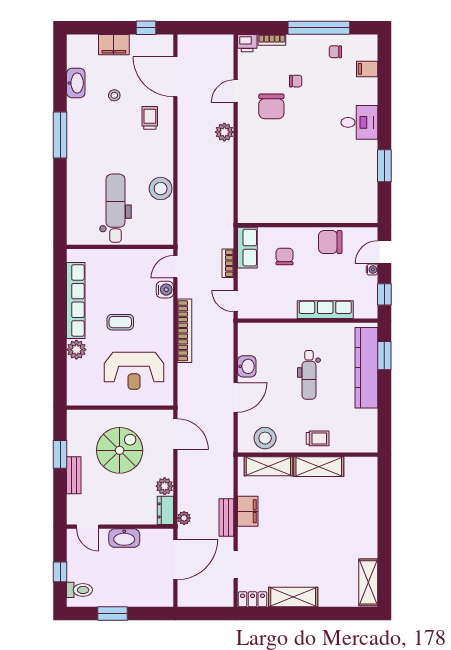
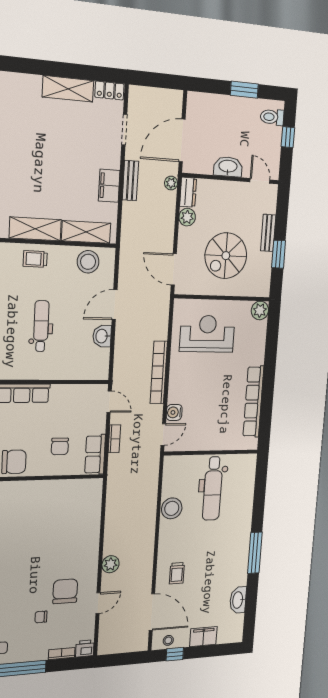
stool: (114, 95) -> (168, 640), moved
coffee table: (120, 322) -> (216, 381), removed
plant: (76, 350) -> (260, 310), moved

